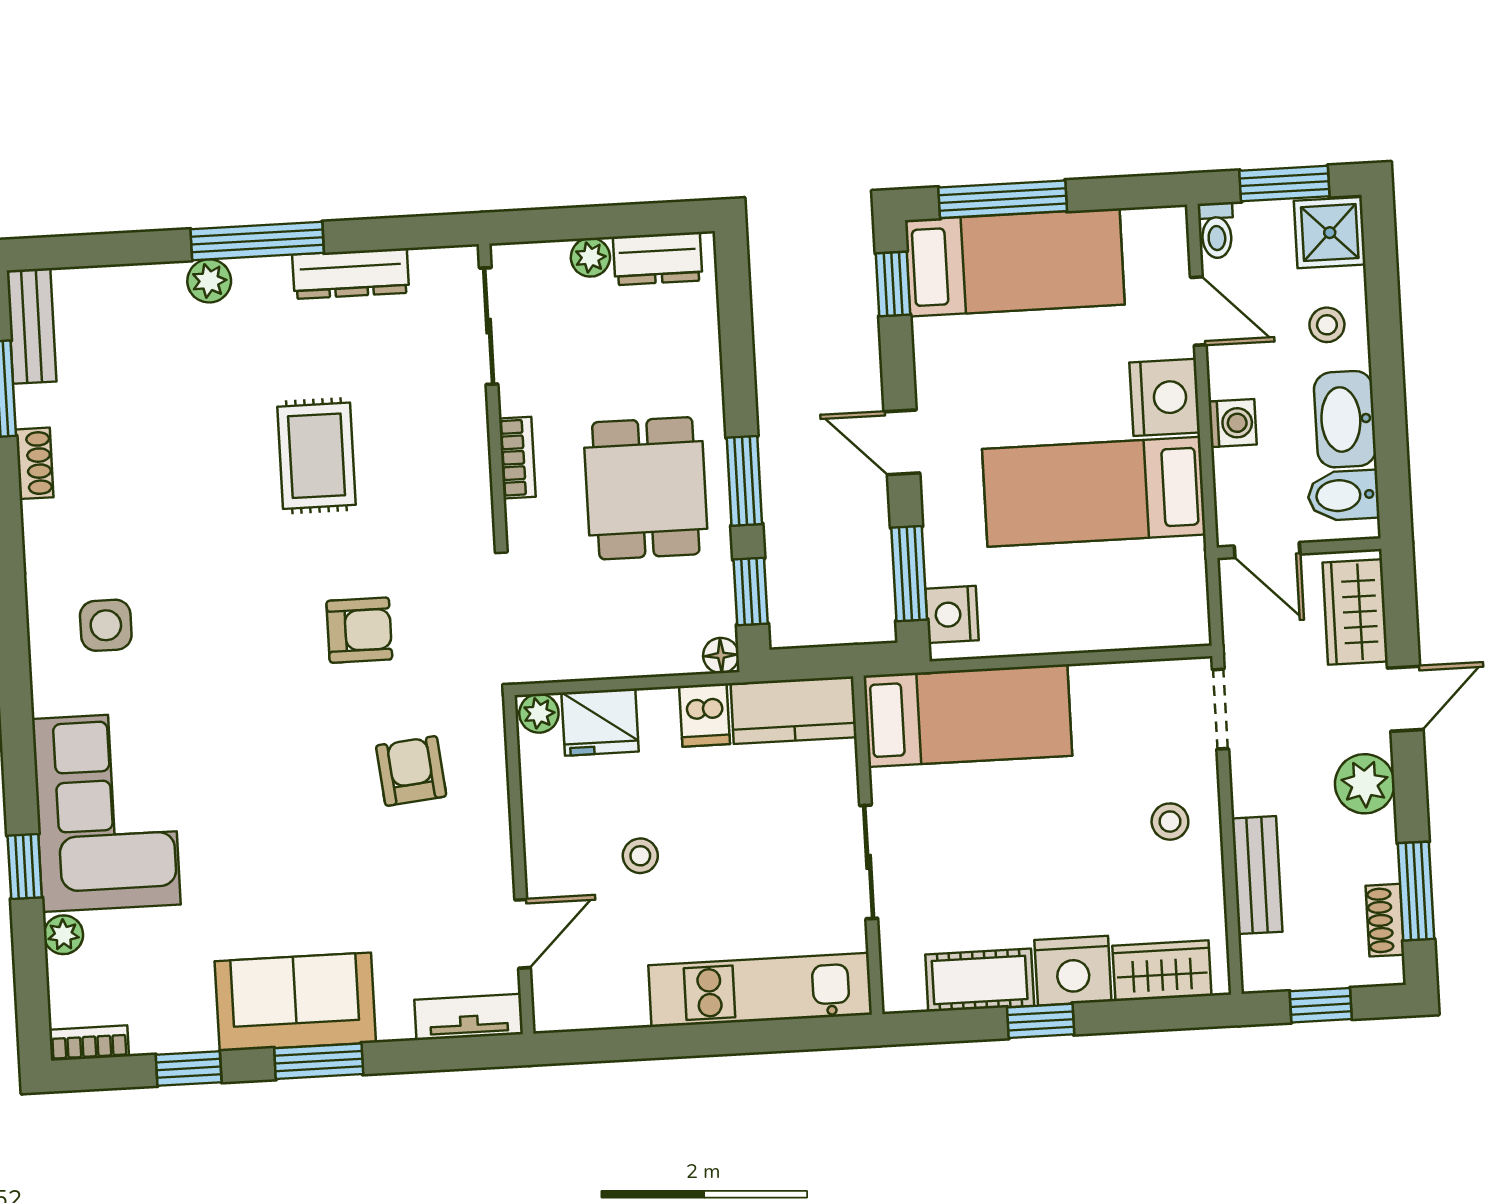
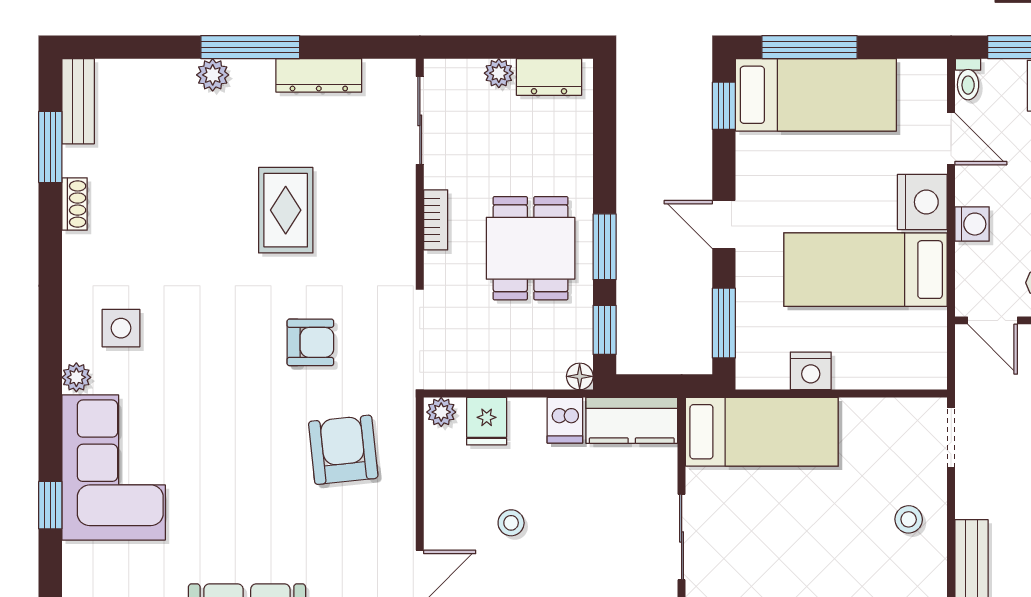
nightstand: (952, 614) -> (811, 371), moved, turned -90
fridge: (600, 722) -> (487, 421), width x0.72
armchair: (411, 771) -> (343, 450), width x1.38, depth x1.38
plant: (63, 935) -> (76, 377), moved

